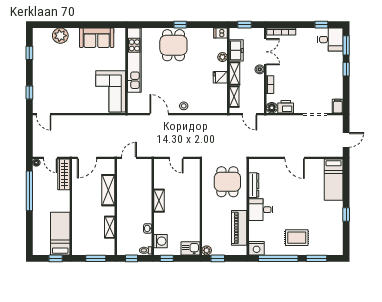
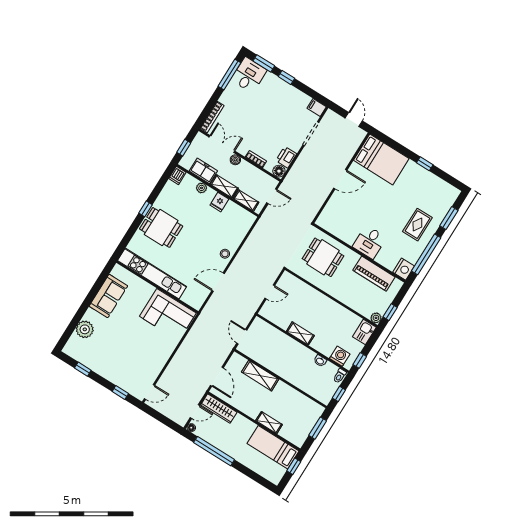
window: (321, 25) -> (229, 75), width x2.17
bed: (334, 180) -> (381, 159), width x1.50
dresser: (254, 185) -> (342, 234), removed
shelving: (110, 227) -> (269, 423), moved

